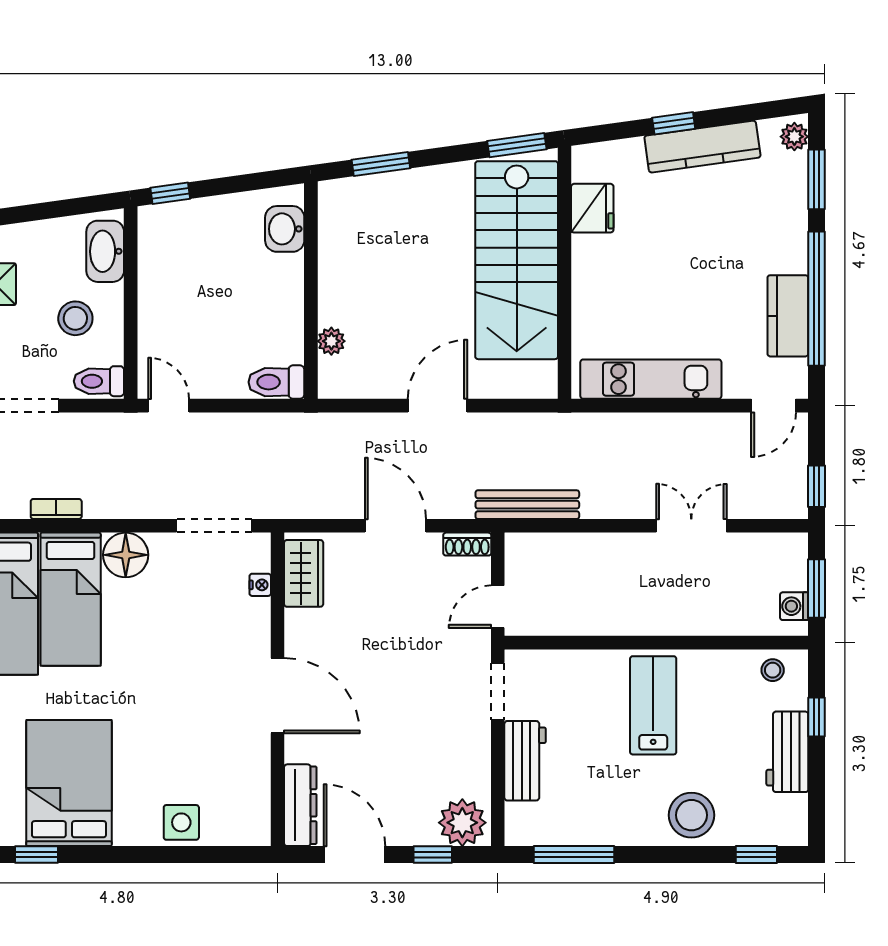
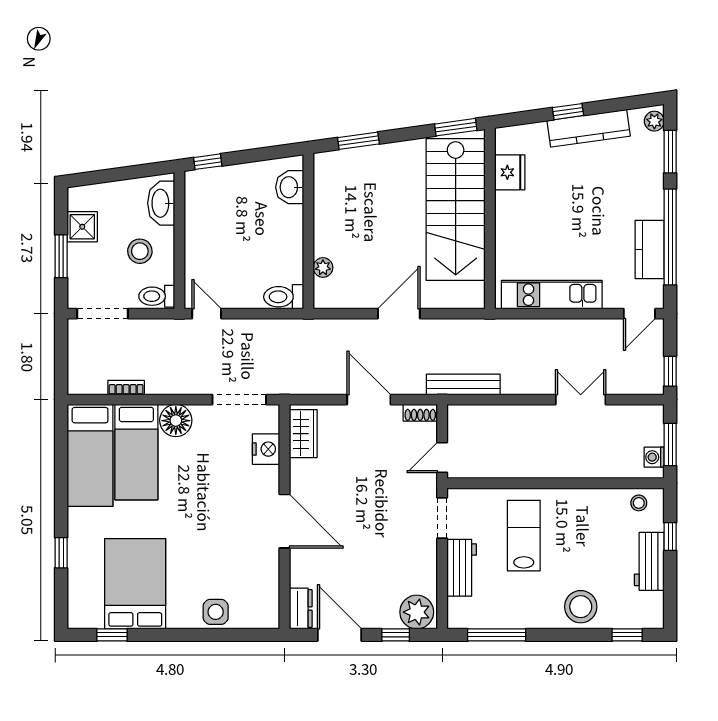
nightstand: (260, 585) -> (266, 449), width x1.89, depth x1.79
lab bench: (653, 705) -> (524, 536), moved
dresser: (300, 805) -> (301, 609), width x0.70

